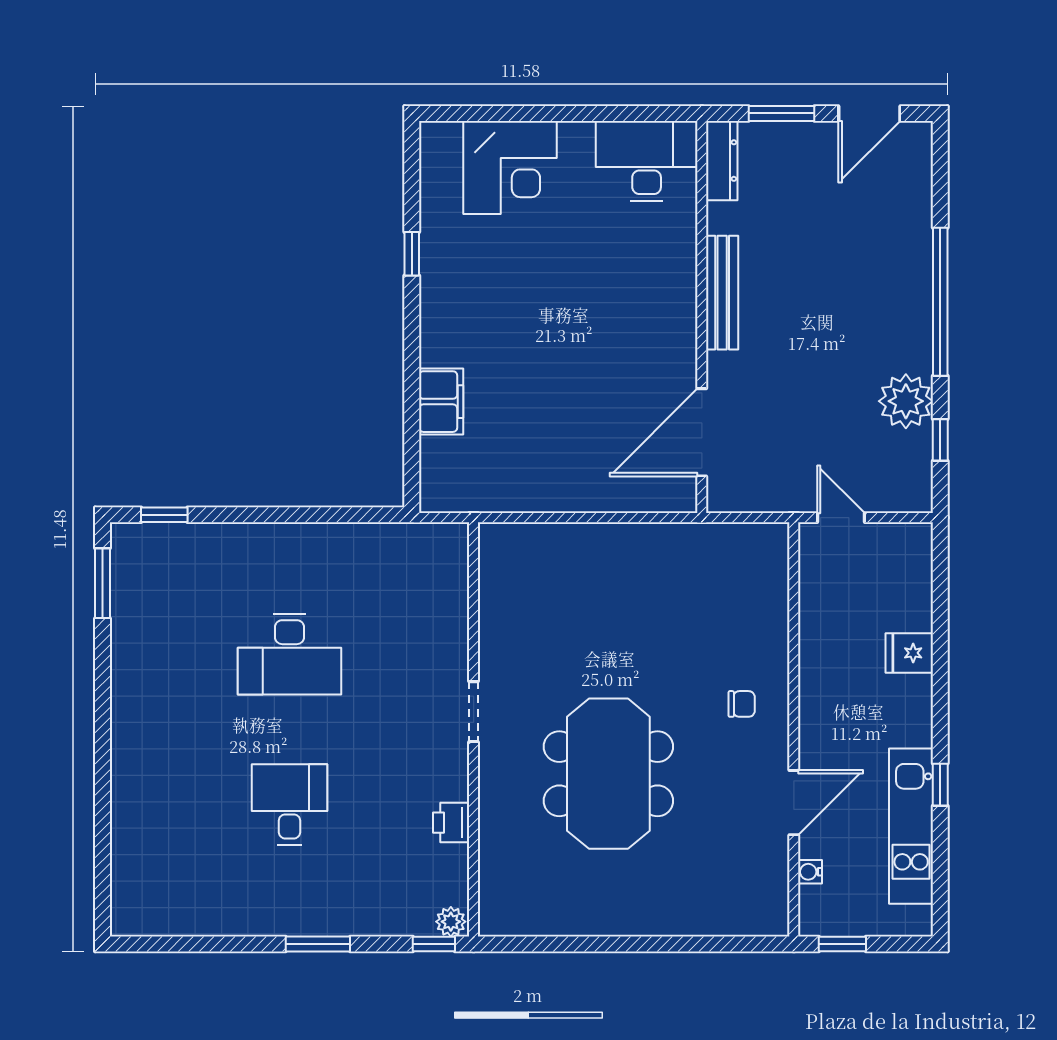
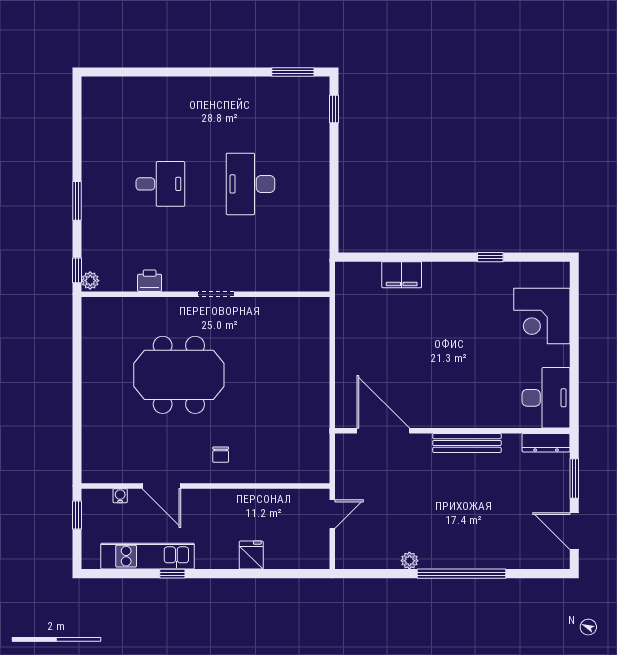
plant: (906, 401) -> (409, 561), width x0.53, depth x0.53
window: (940, 440) -> (379, 574), removed

